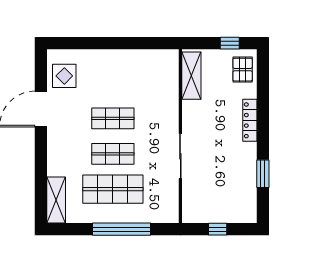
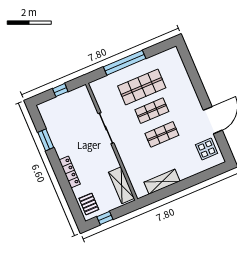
shelving: (56, 200) -> (162, 182), moved, turned 90

